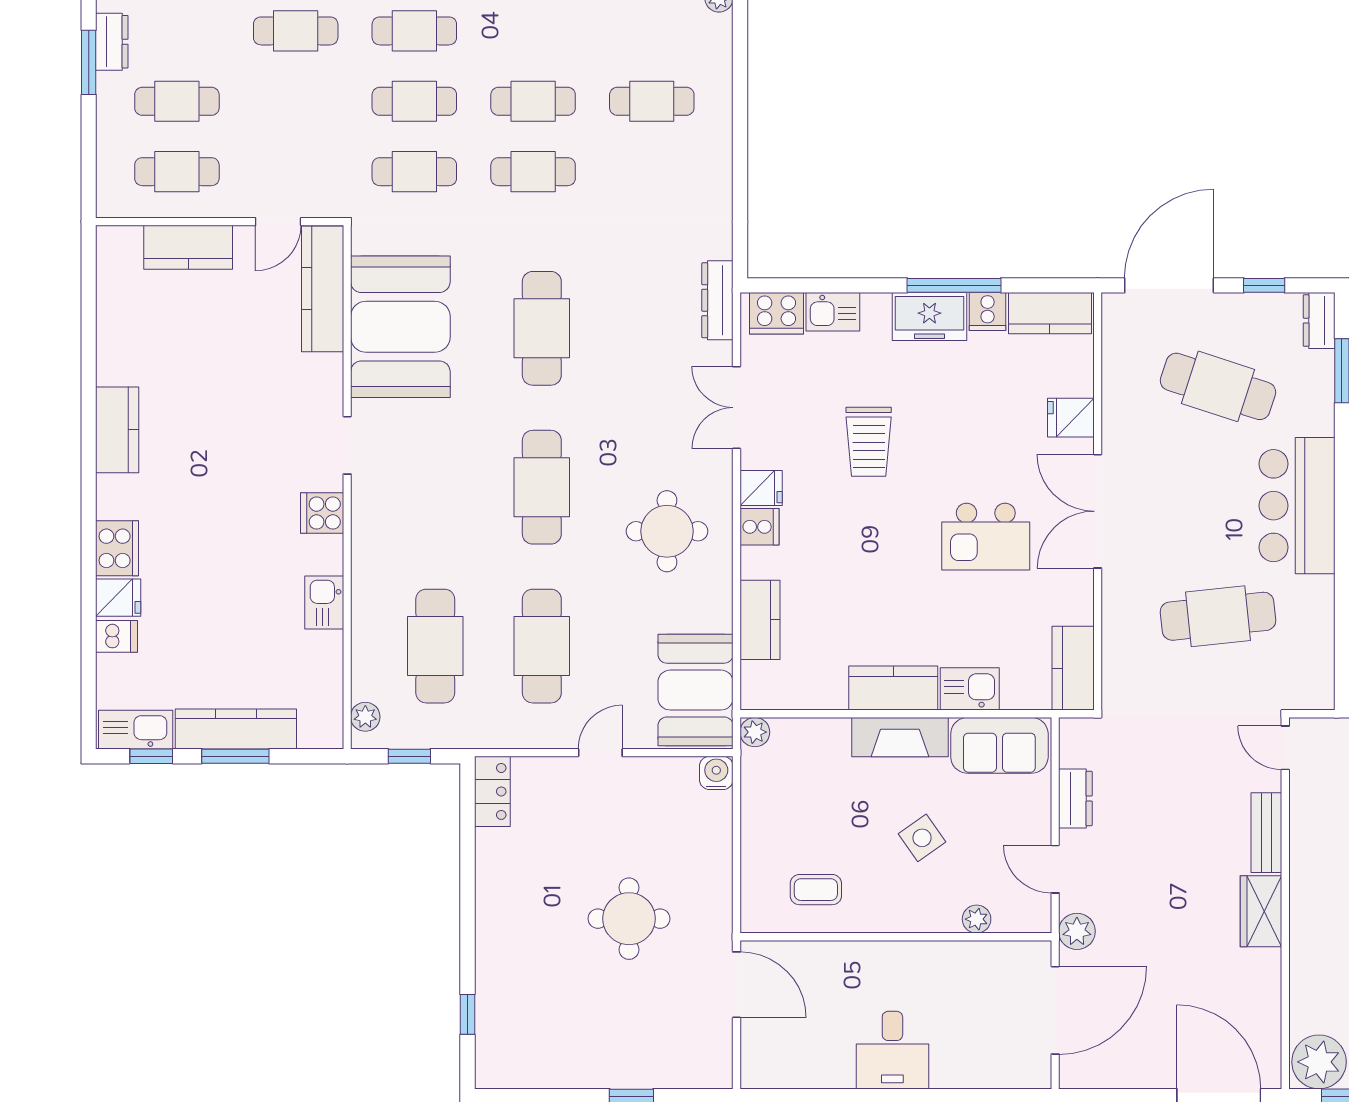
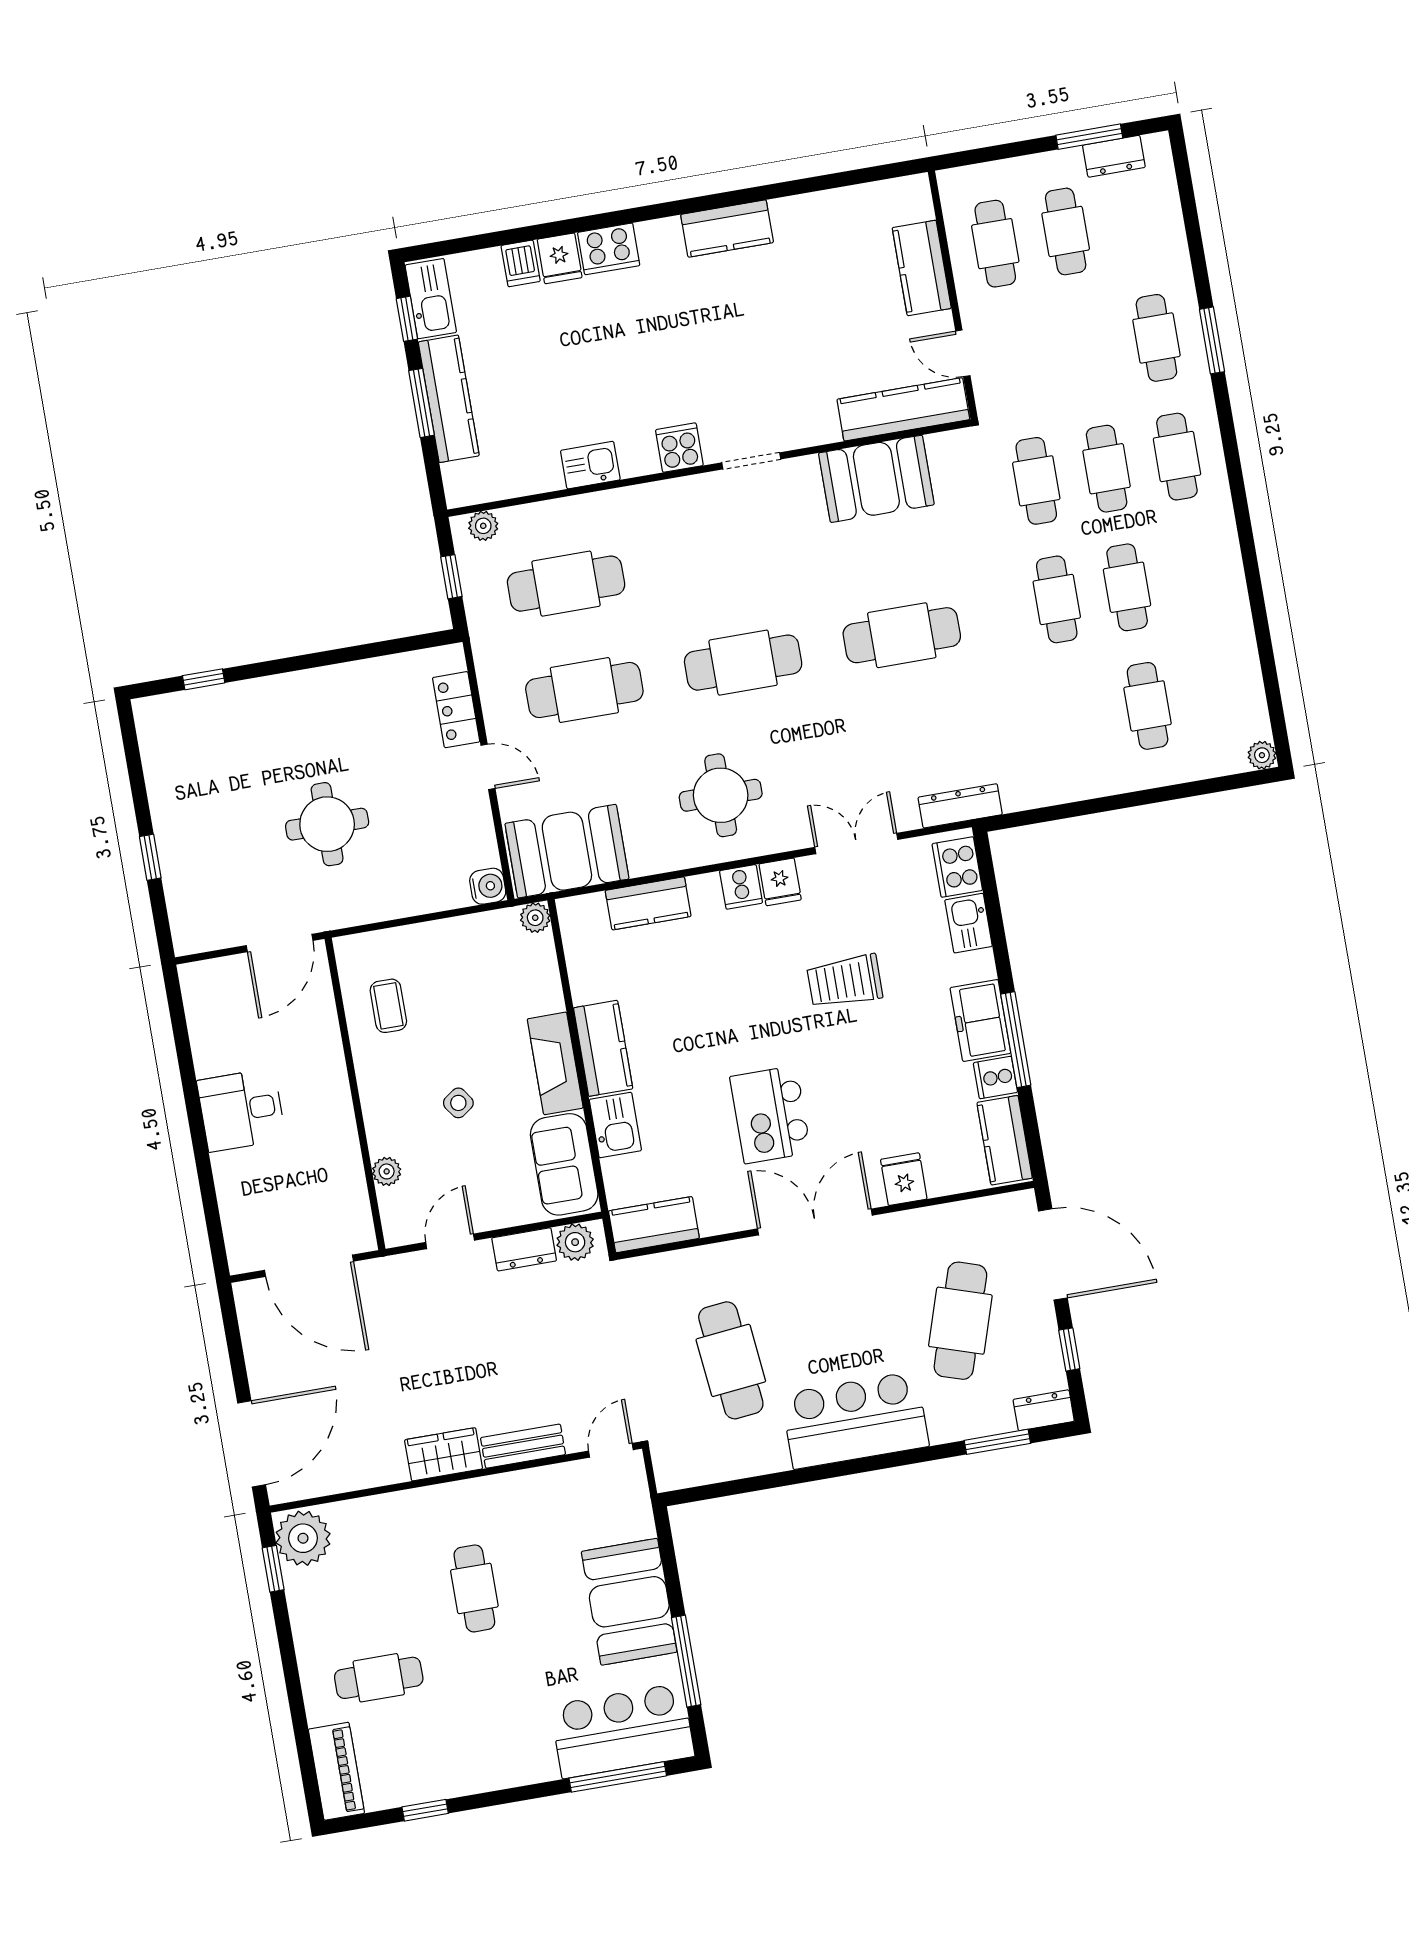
booth: (400, 327) -> (876, 479), width x0.73, depth x0.70
locker: (492, 791) -> (456, 710), moved, turned 90
side table: (922, 838) -> (458, 1103), width x0.73, depth x0.73
plant: (1077, 931) -> (575, 1242), moved

